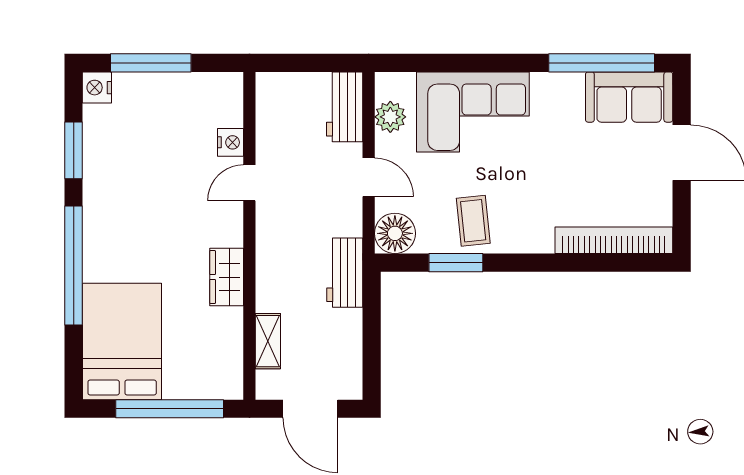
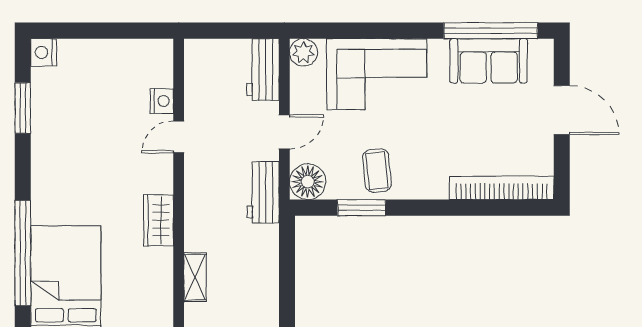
window: (151, 63) -> (91, 31), removed
sofa: (629, 97) -> (489, 61), moved
plant: (390, 117) -> (304, 52), moved
door: (369, 177) -> (284, 132), hinge flipped
window: (74, 265) -> (23, 253), moved
workbench: (345, 273) -> (263, 192), moved

